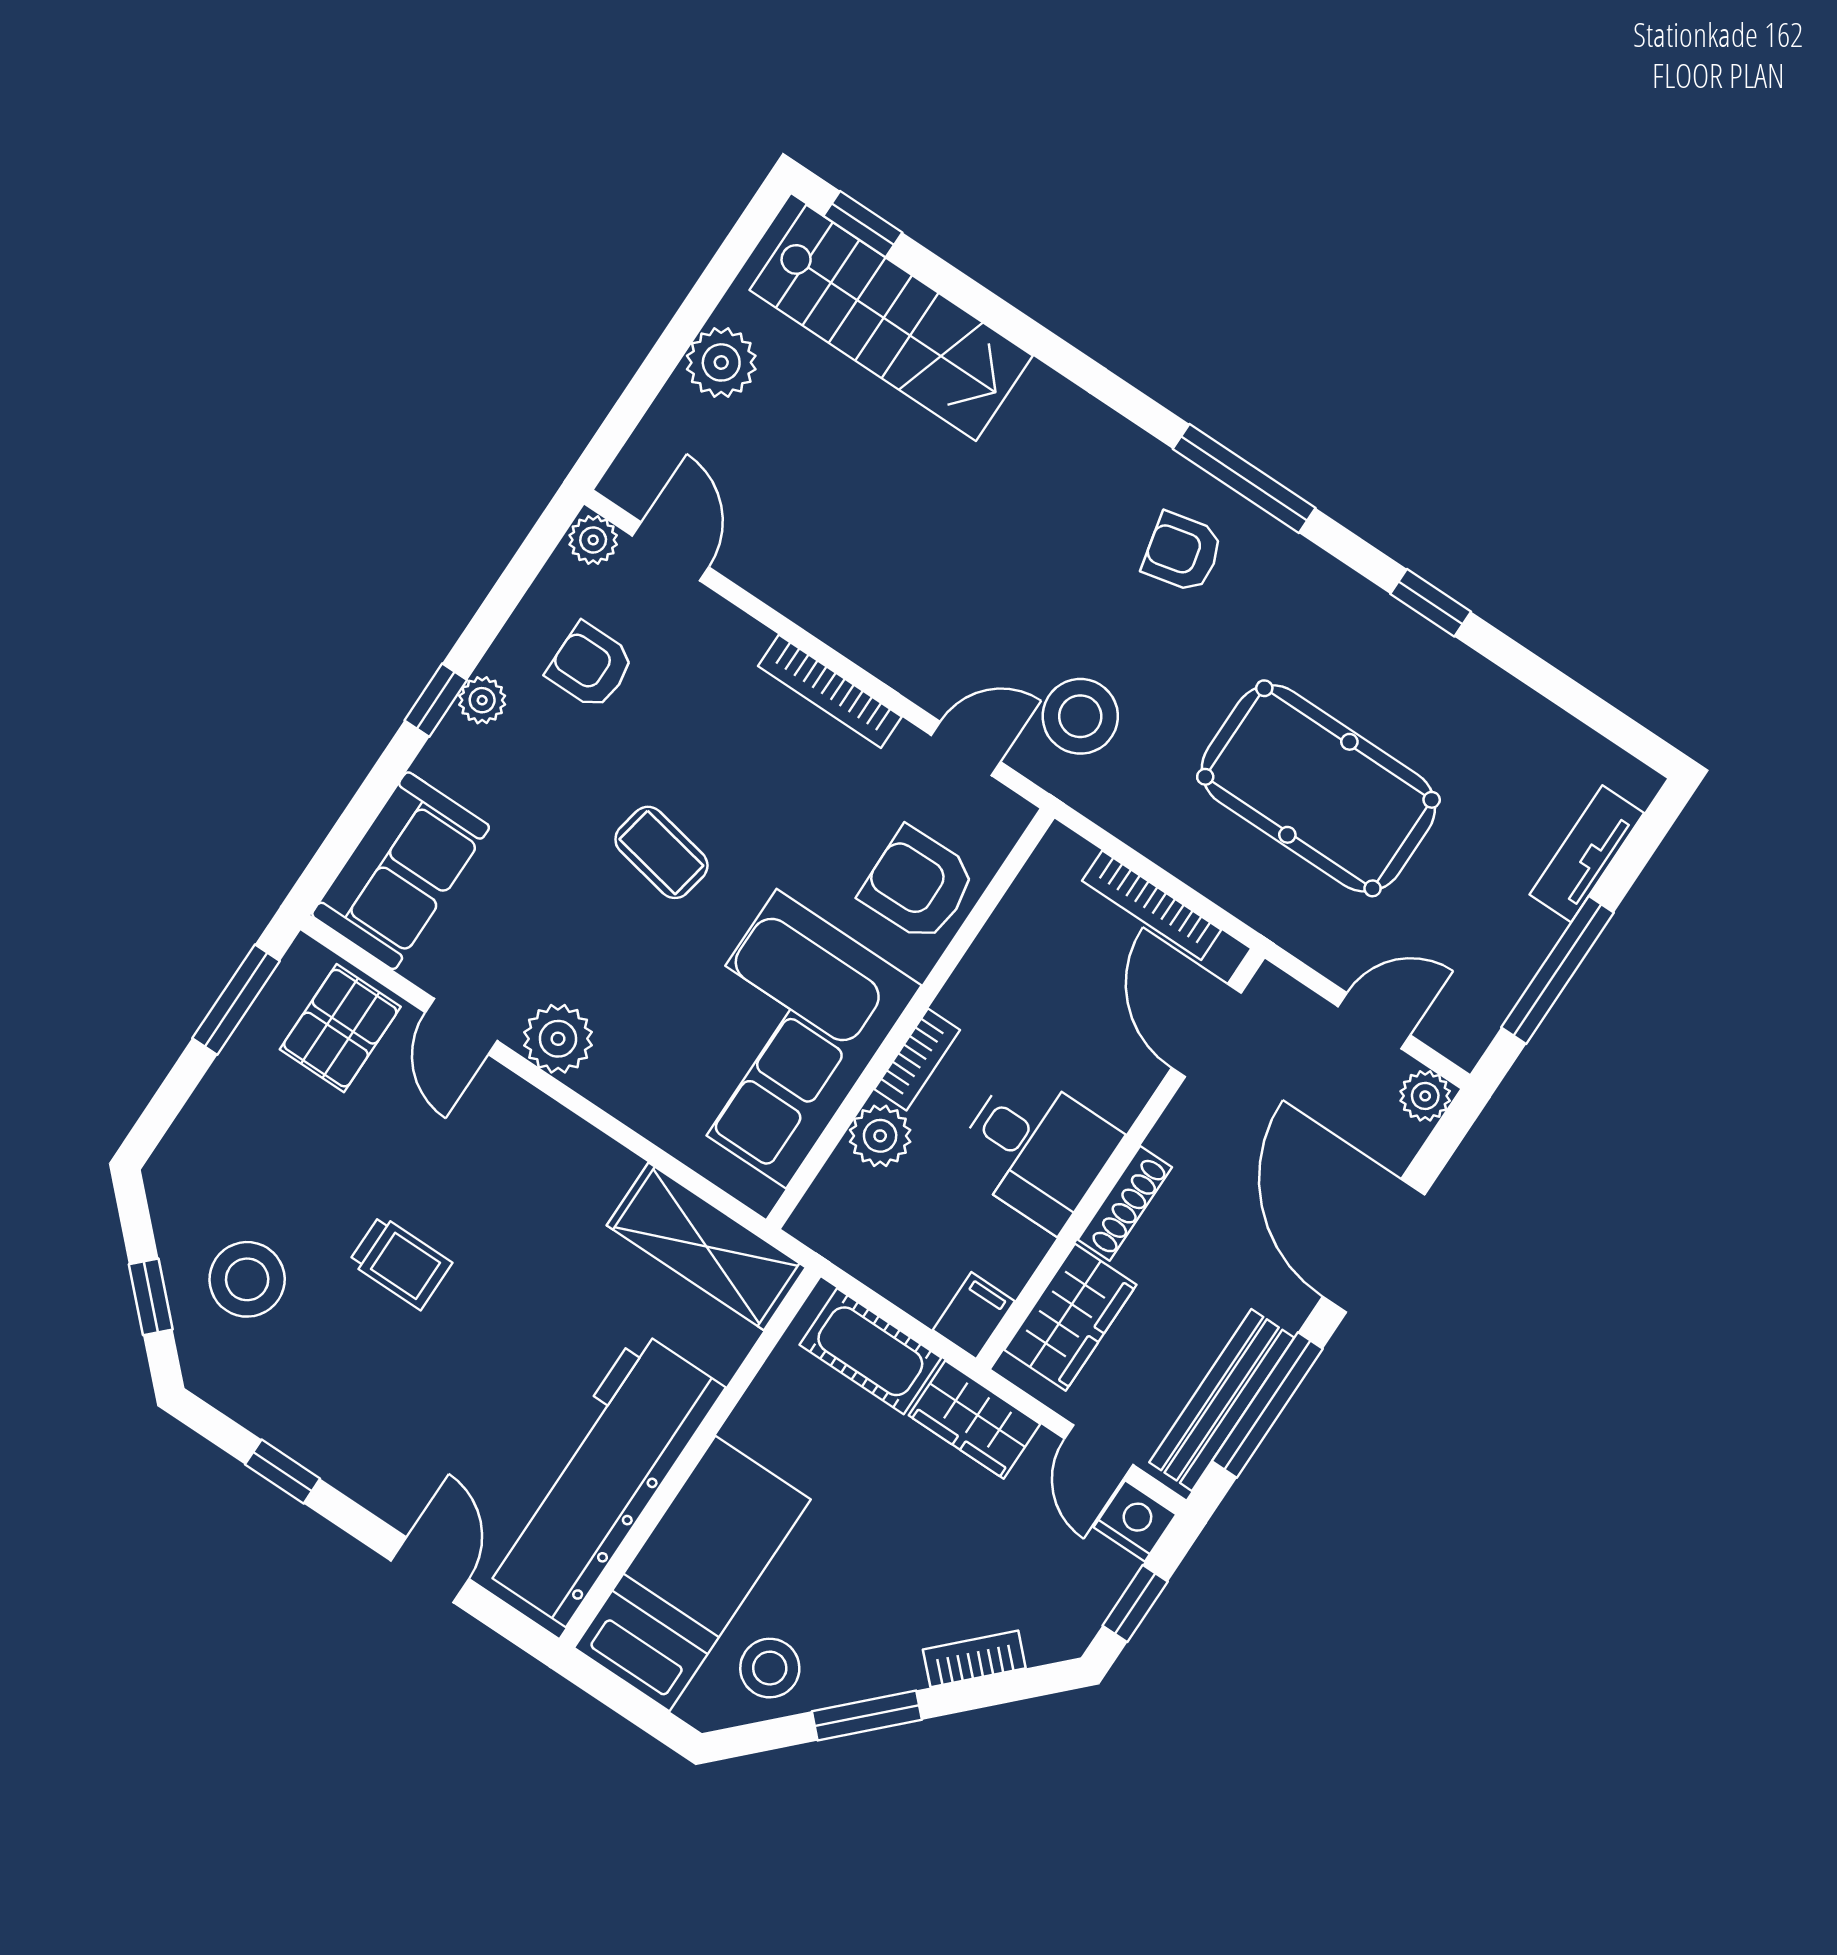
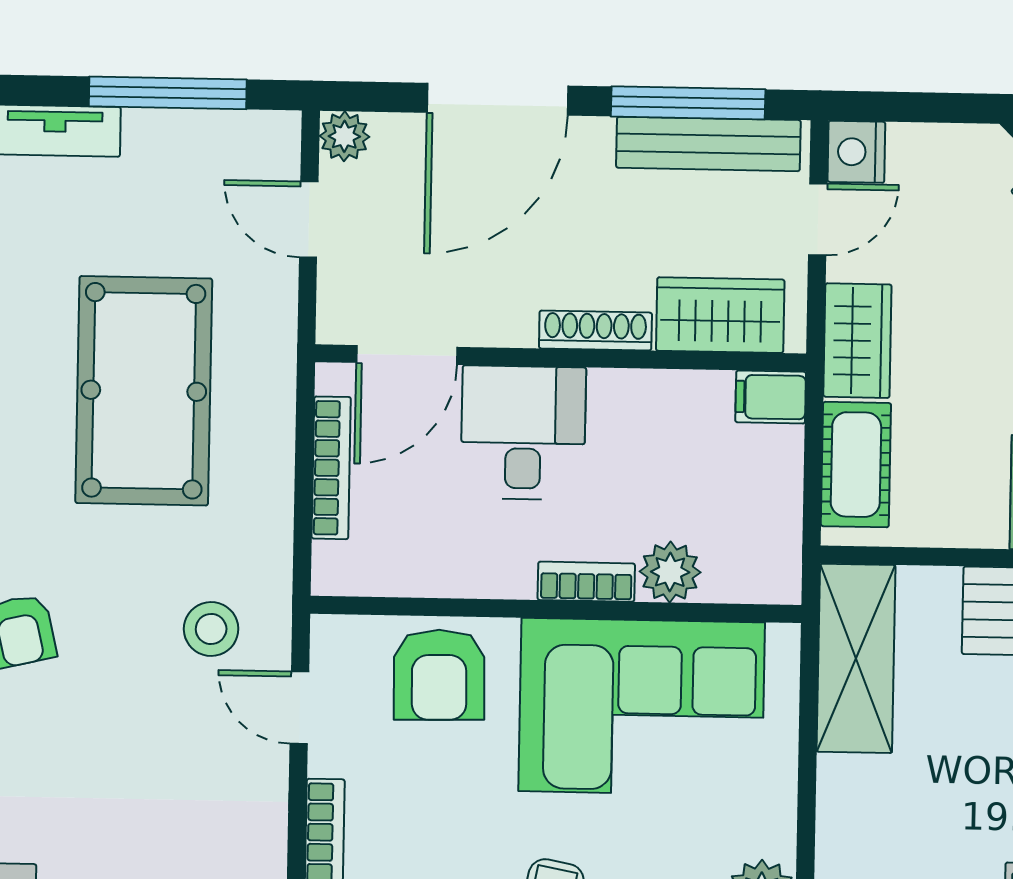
stool: (1080, 716) -> (211, 629), width x0.73, depth x0.73
desk: (1036, 1149) -> (523, 433), moved
window: (1135, 1604) -> (926, 107), removed

